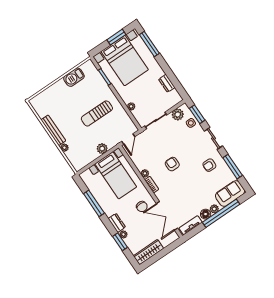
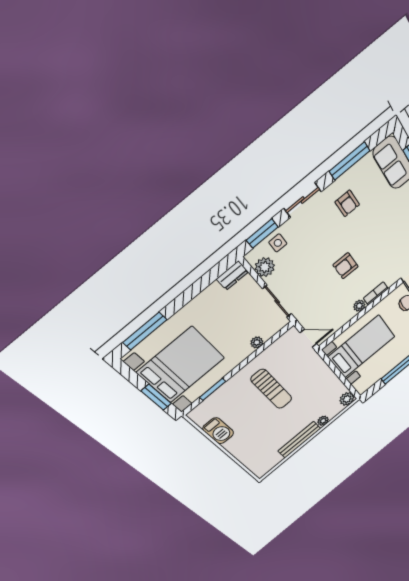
window: (116, 37) -> (156, 397), moved
dresser: (167, 83) -> (232, 275), moved
plant: (102, 149) -> (347, 399), moved

